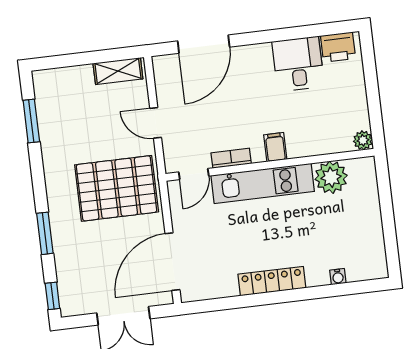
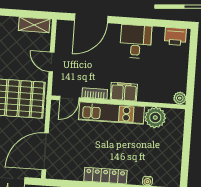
desk: (298, 64) -> (136, 41), moved
filing cabinet: (275, 147) -> (124, 92), width x2.00

